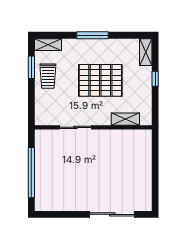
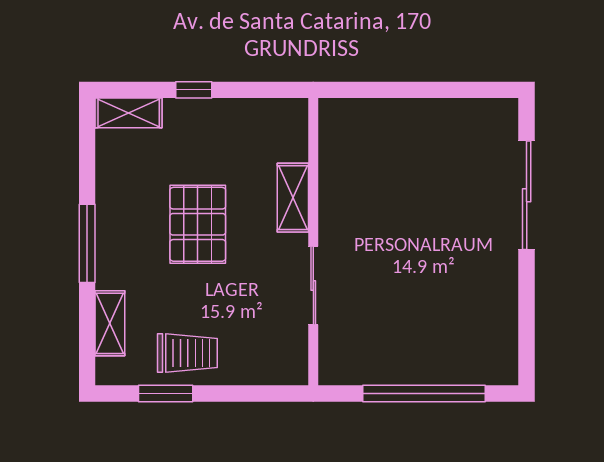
shelving: (48, 45) -> (110, 323), moved
pallet: (100, 80) -> (198, 224), width x0.73, depth x0.71
shelving: (125, 119) -> (293, 198), moved

